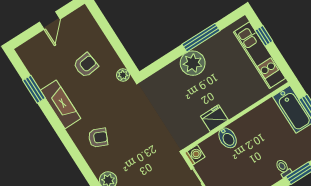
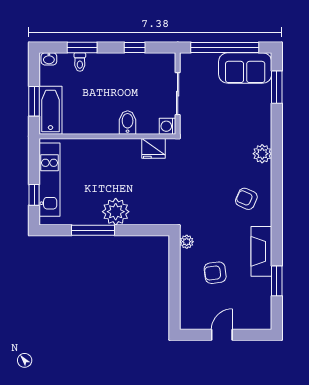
fridge: (214, 118) -> (153, 148), moved
toilet: (283, 168) -> (80, 62), moved

